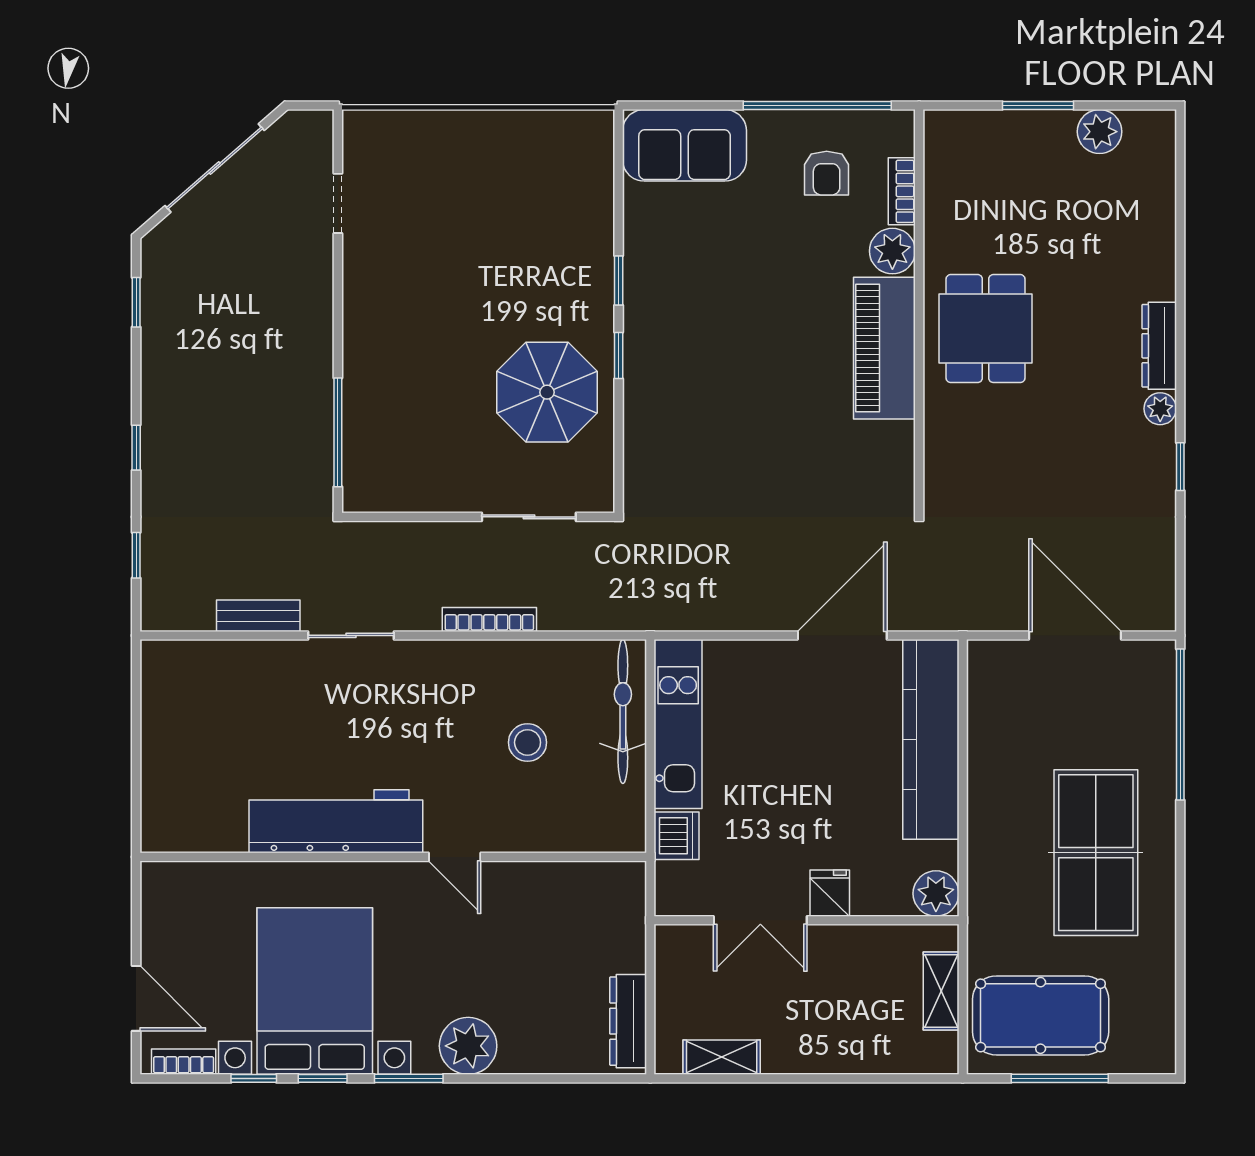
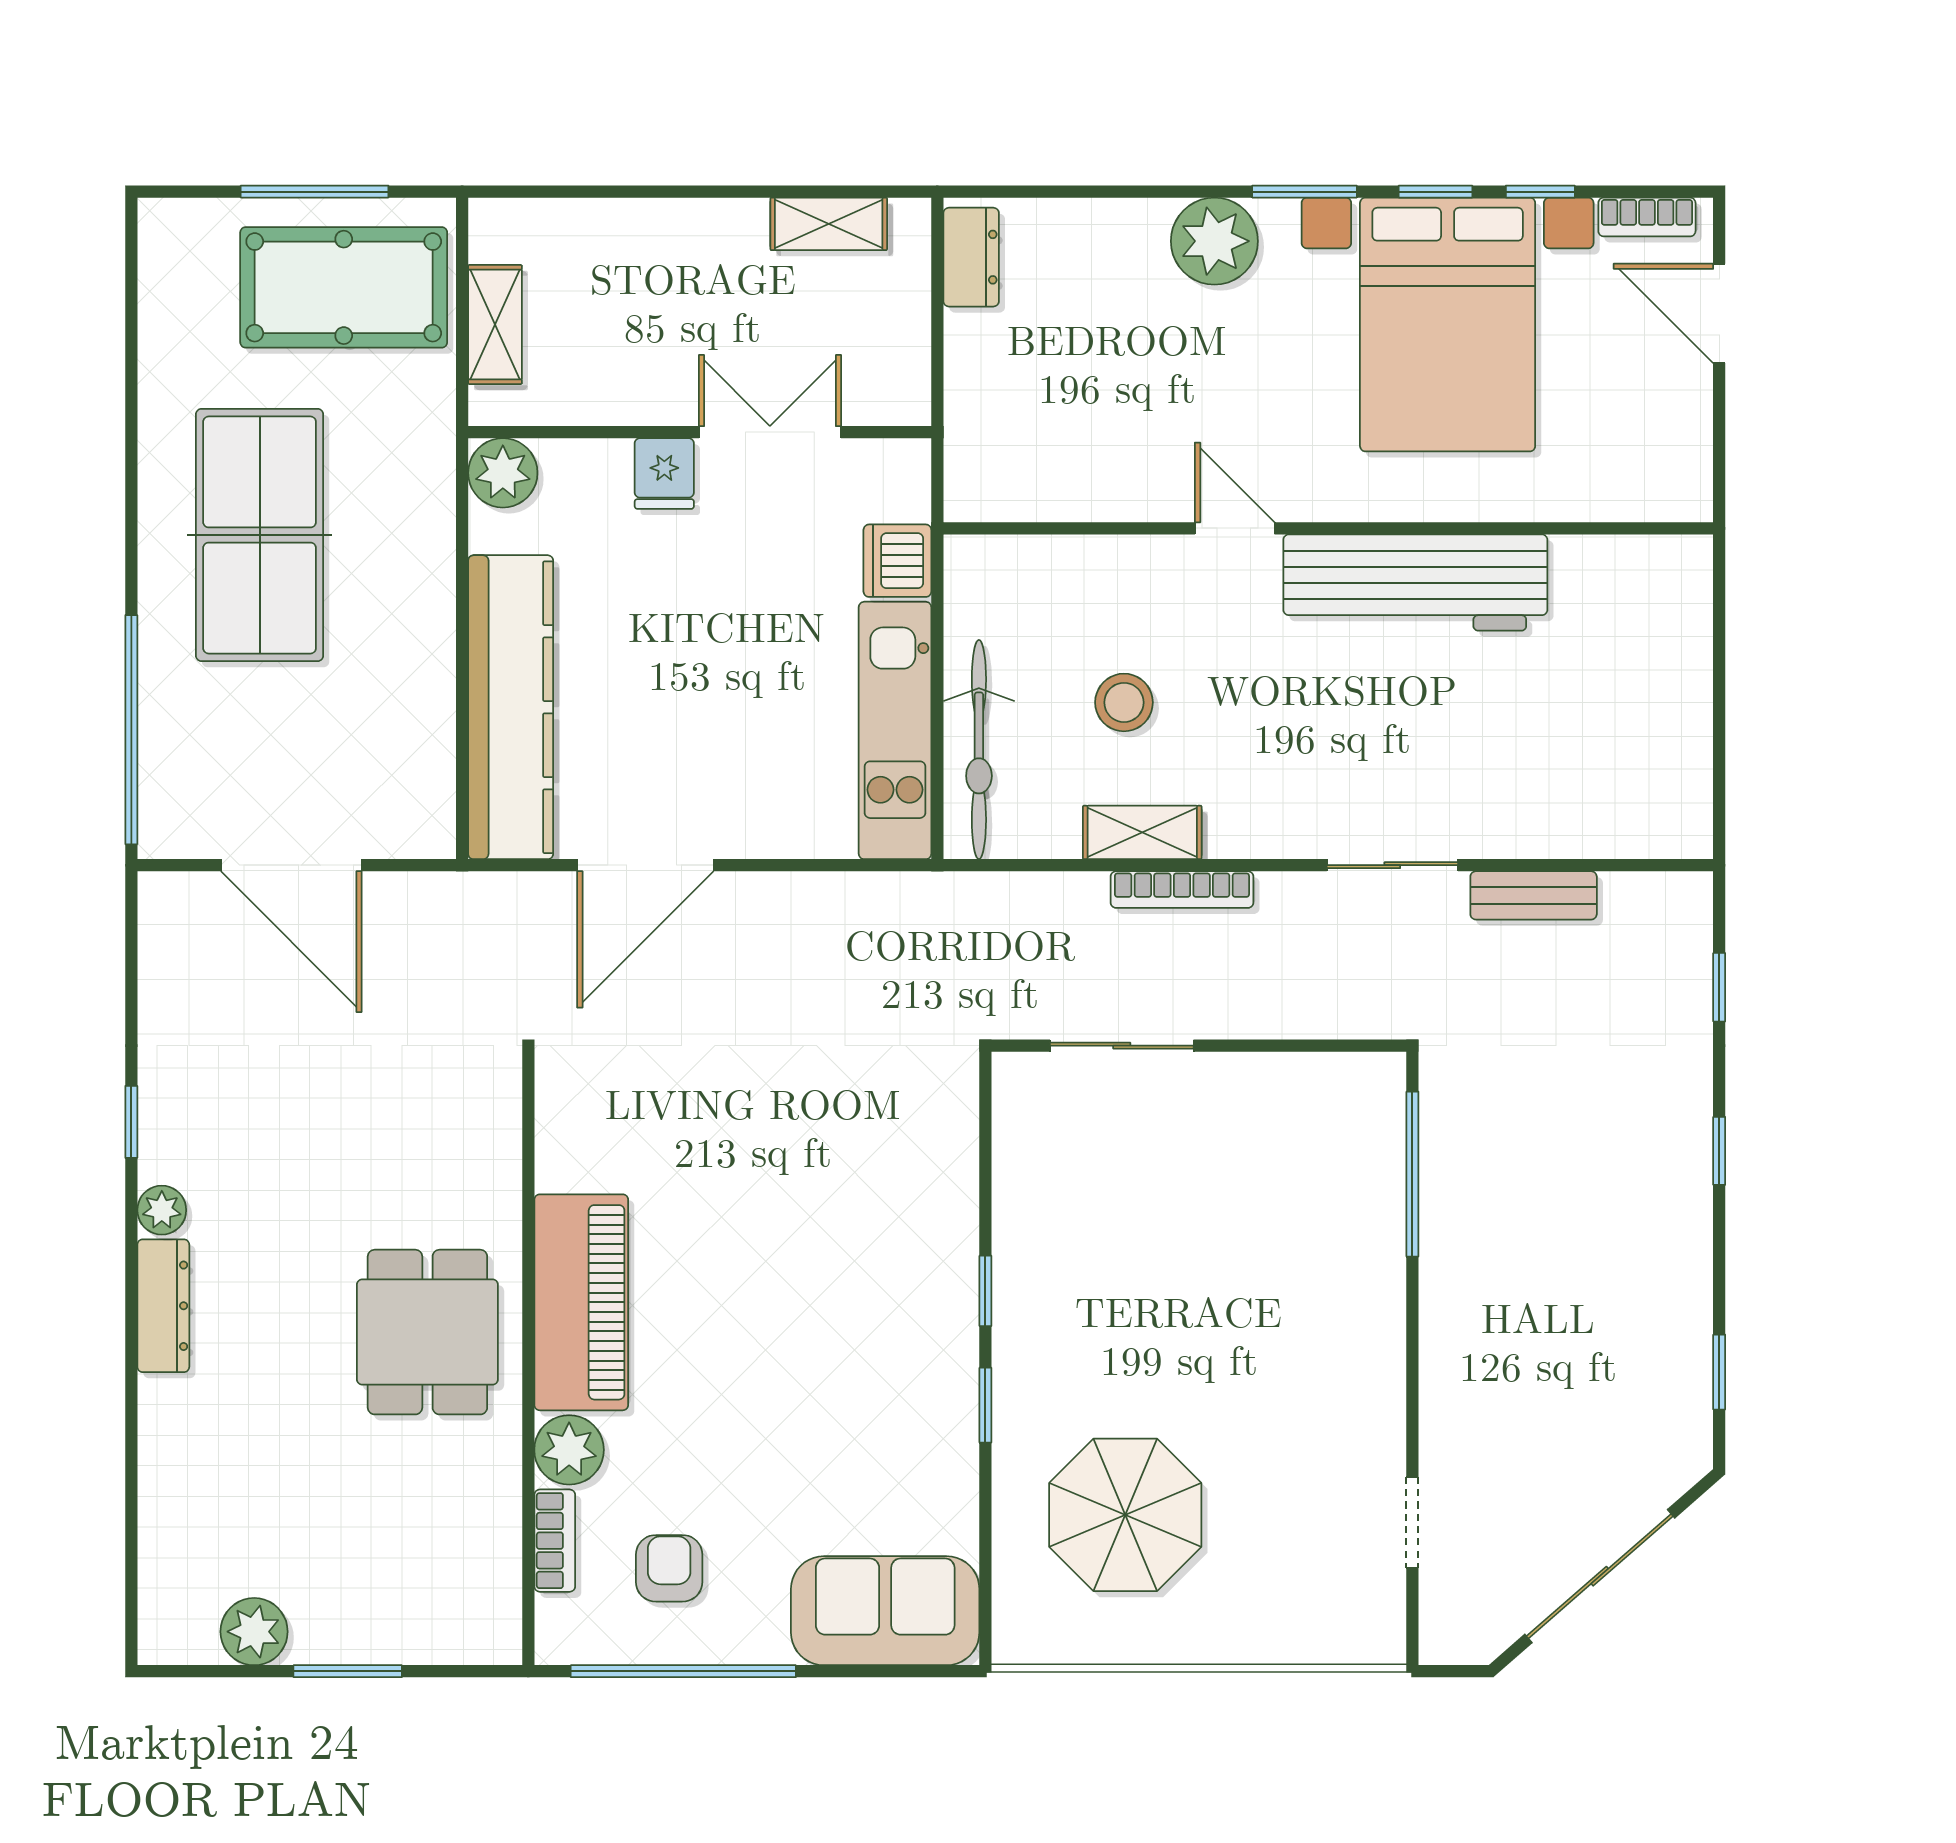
parasol: (547, 392) -> (1125, 1515), moved
shelving: (515, 657) -> (1142, 832), added
dresser: (628, 1021) -> (971, 257), width x0.70

